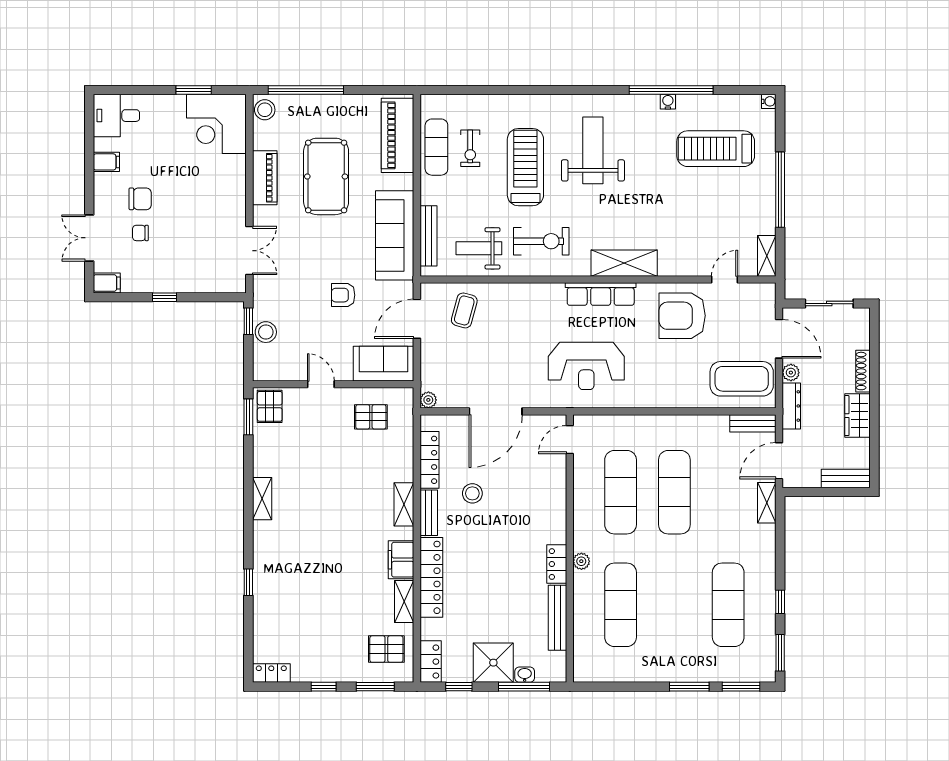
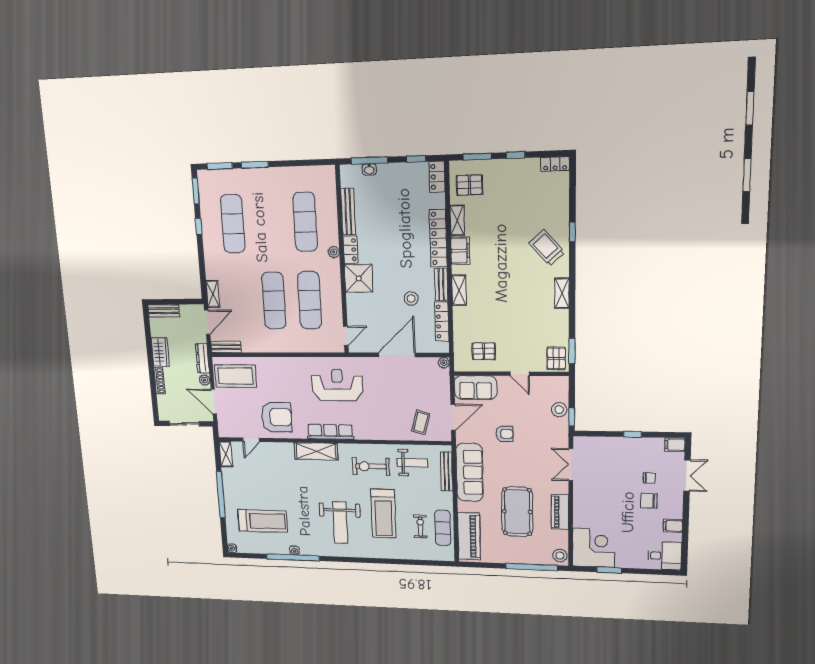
trolley: (282, 561) -> (547, 248), added
shower: (493, 663) -> (359, 278), moved

